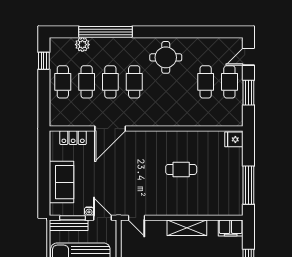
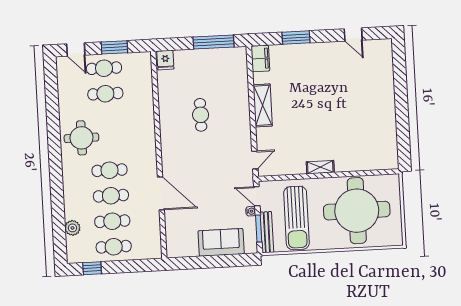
window: (105, 32) -> (58, 204), removed
locker: (73, 138) -> (173, 233), removed
door: (103, 218) -> (257, 196), hinge flipped

